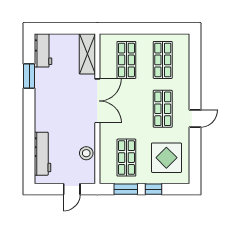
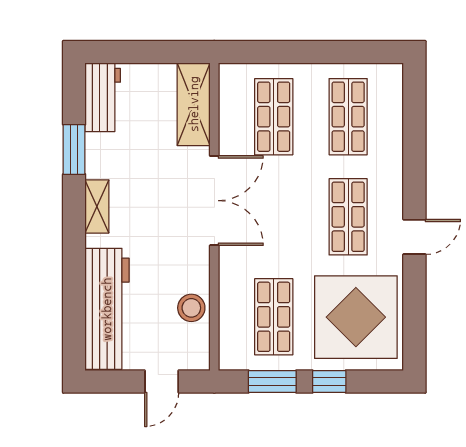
shelving: (40, 104) -> (97, 206), added
workbench: (42, 154) -> (107, 309), width x1.36, depth x1.32
display table: (166, 158) -> (356, 317), width x1.36, depth x1.36

